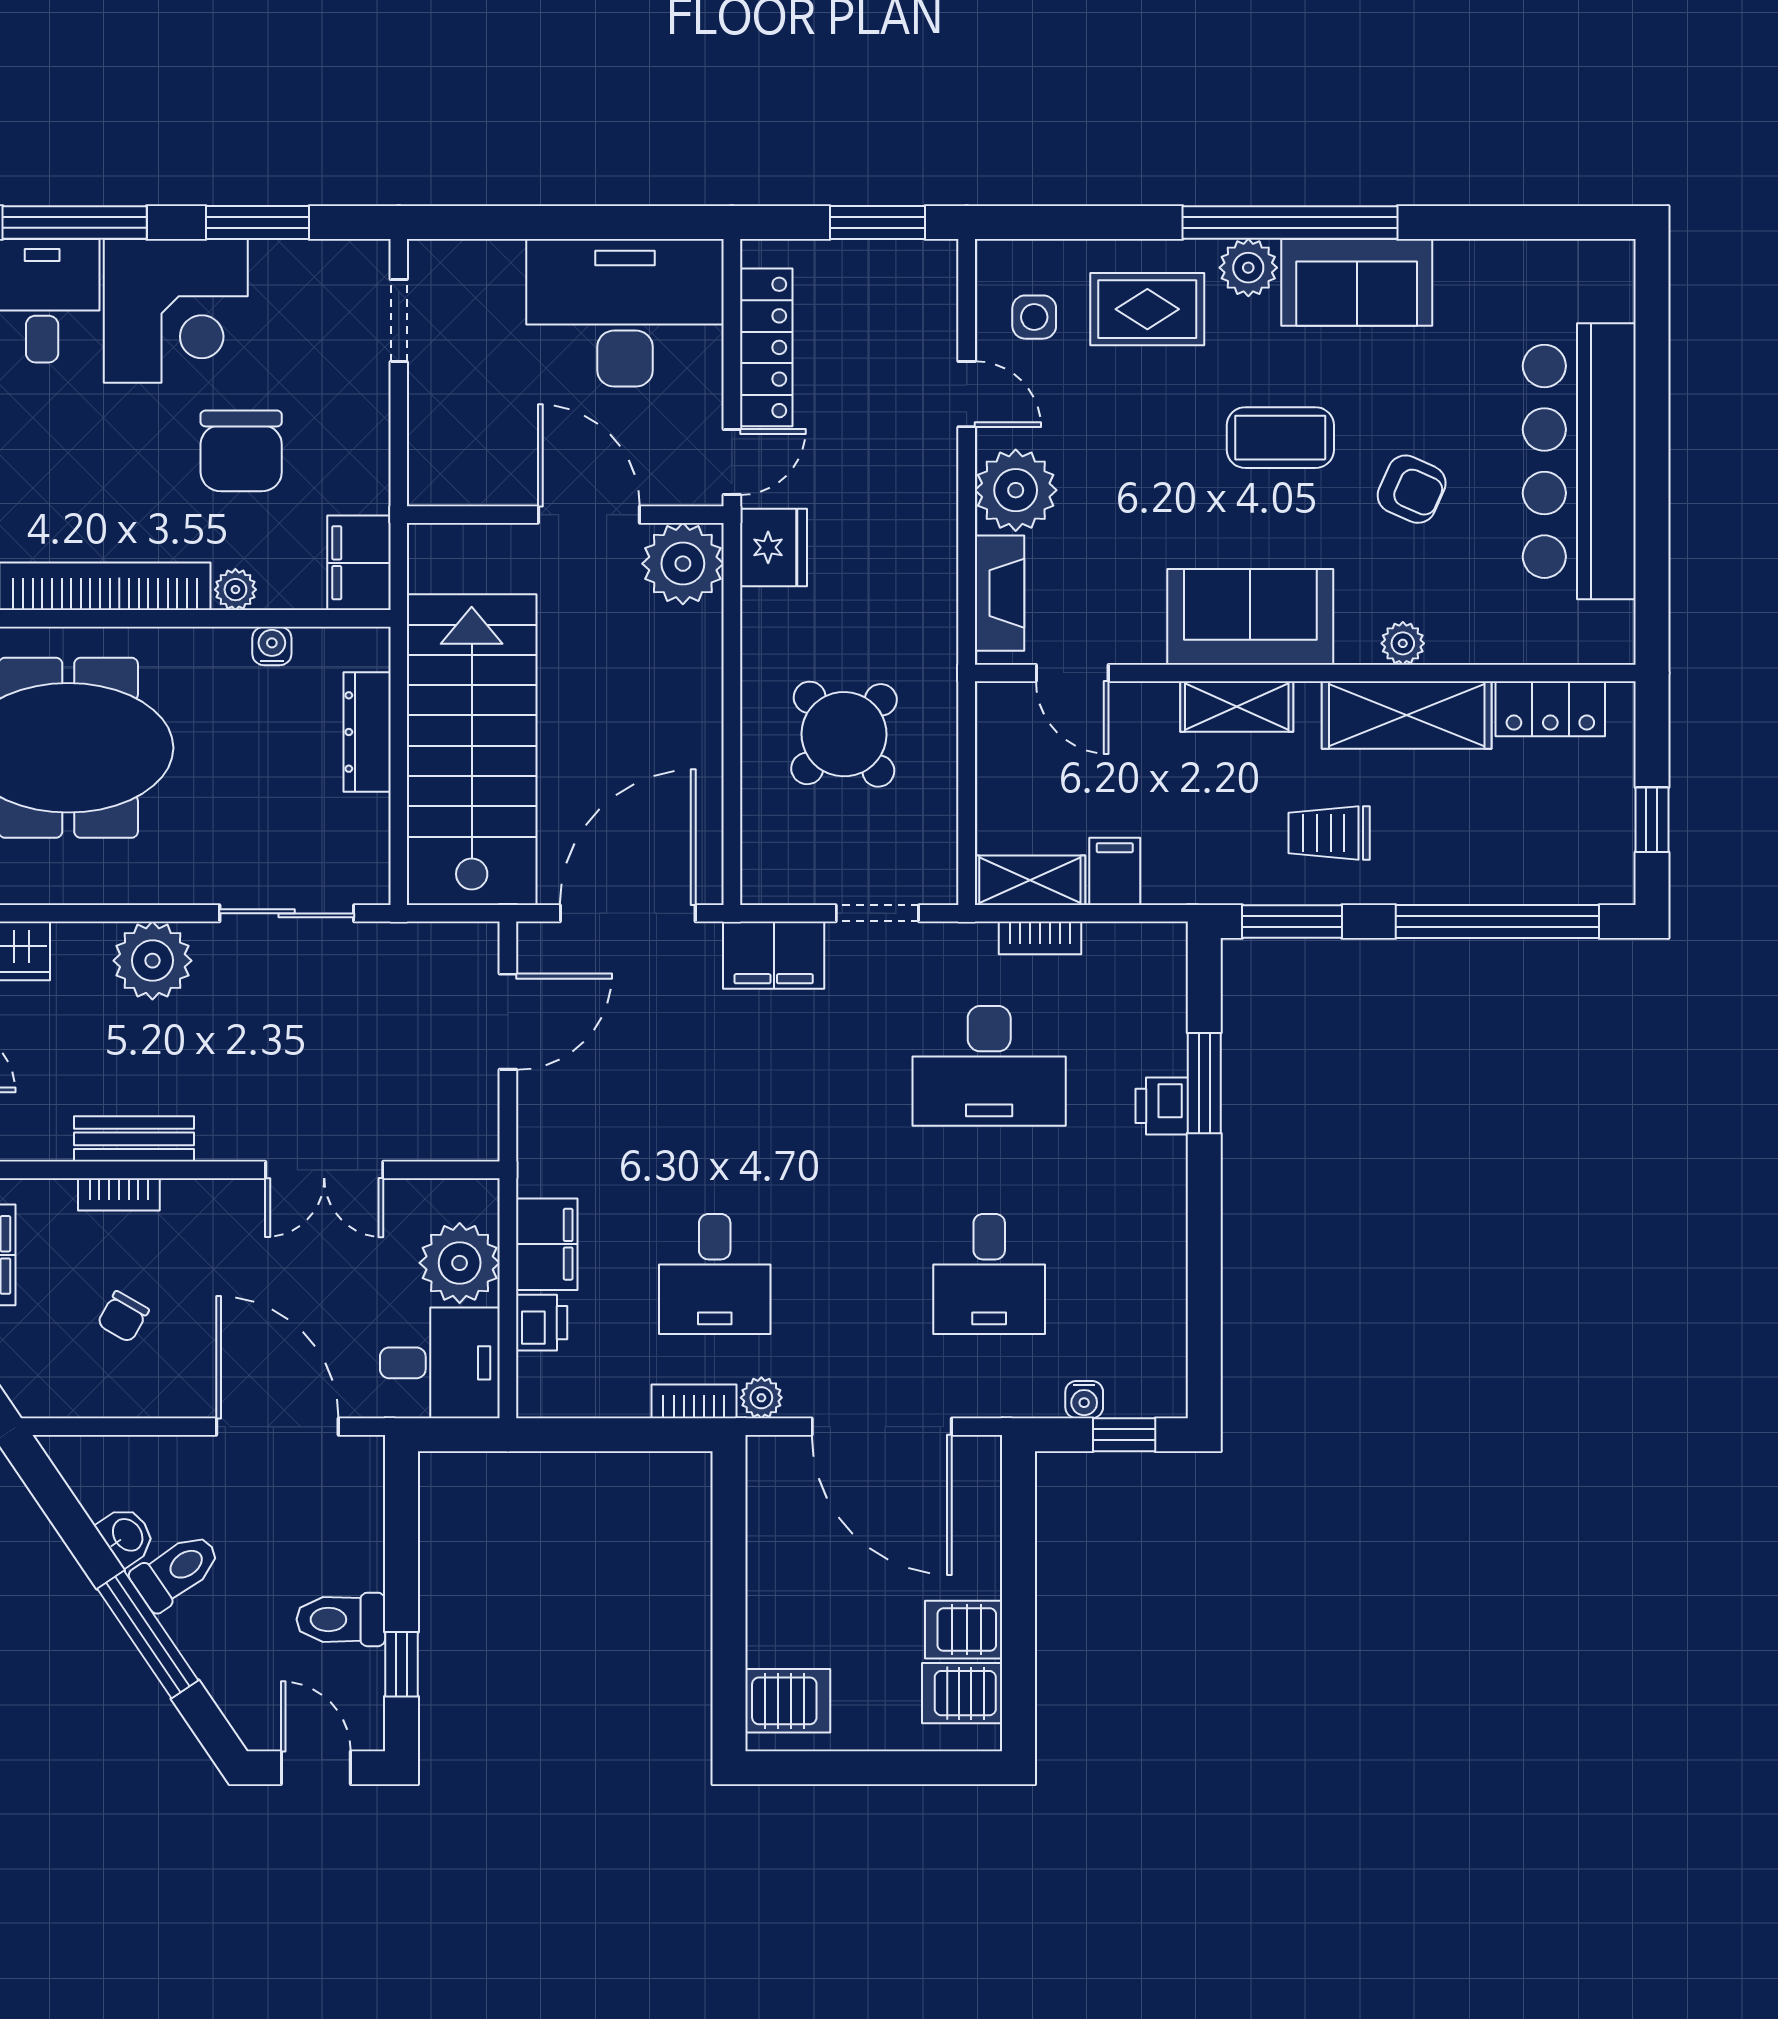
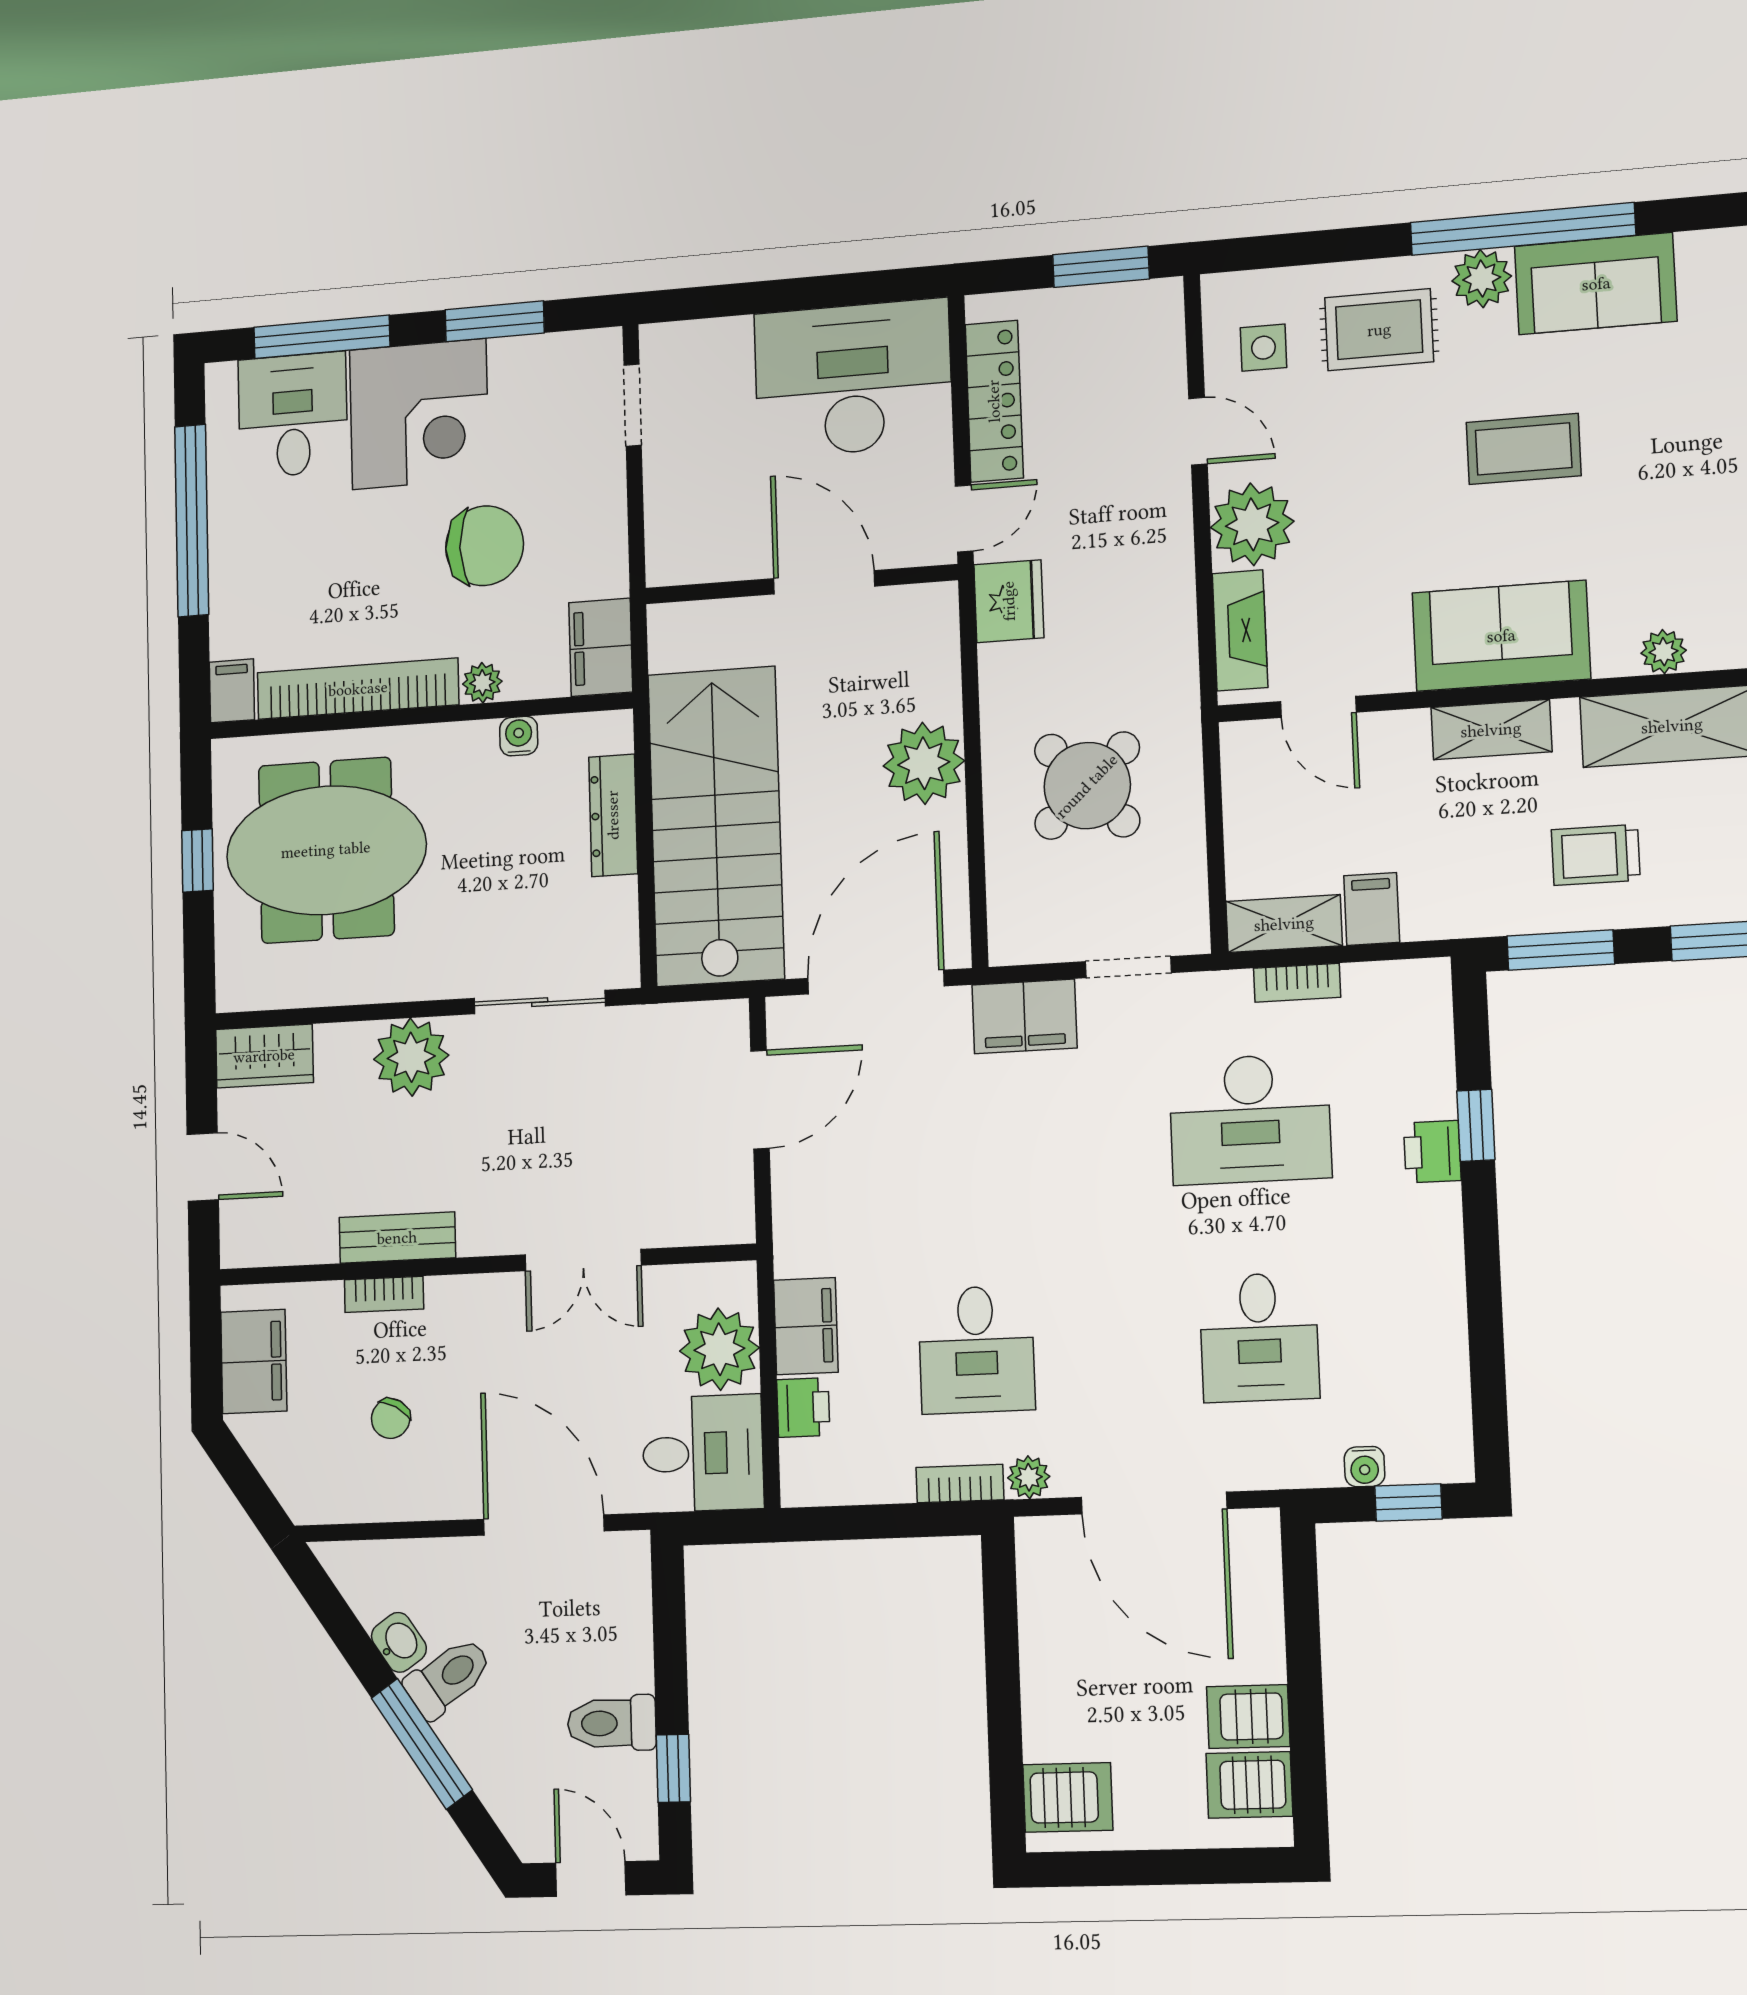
chair: (241, 451) -> (485, 546), turned -90
armchair: (1412, 489) -> (1665, 491), removed
plant: (683, 564) -> (924, 763), moved
window: (1204, 1083) -> (1476, 1125), width x0.67

